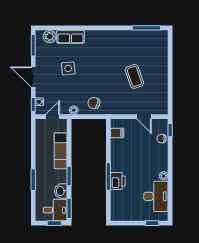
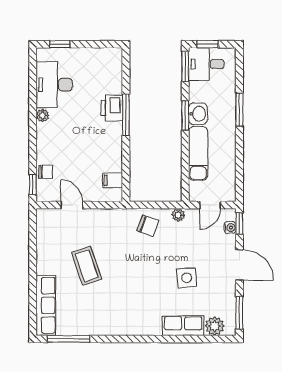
row of seats: (161, 50) -> (46, 305), added
washbasin: (61, 191) -> (198, 114), moved

